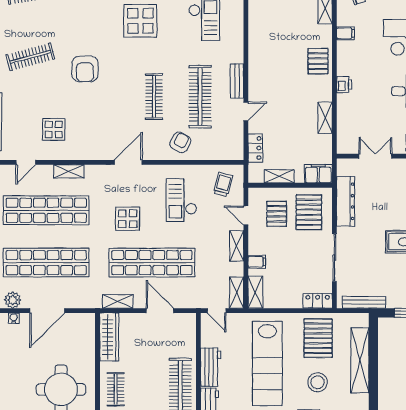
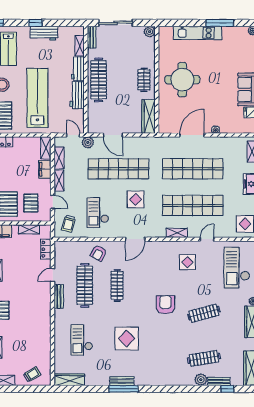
checkout: (181, 200) -> (98, 213), turned 180
filing cabinet: (257, 262) -> (45, 169), width x2.00
shelving: (236, 293) -> (59, 158), moved
plant: (13, 300) -> (88, 142), moved
shelving: (118, 301) -> (142, 141), removed

